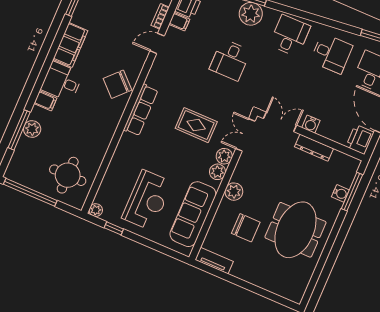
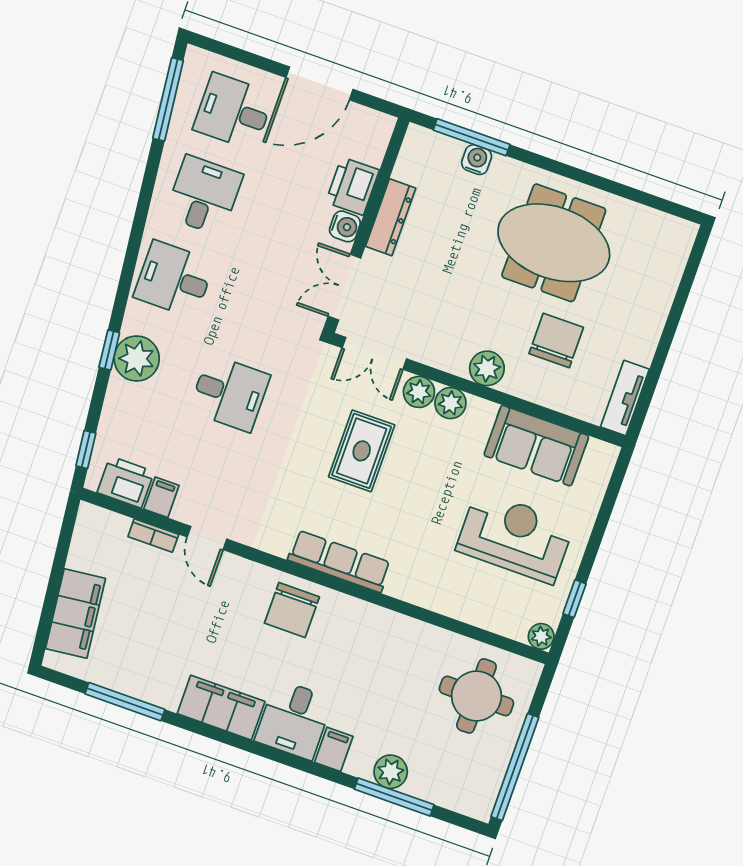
chair: (118, 84) -> (292, 610), turned 46
printer: (360, 139) -> (352, 186), moved, turned 90
sofa: (193, 214) -> (536, 446), width x0.73

